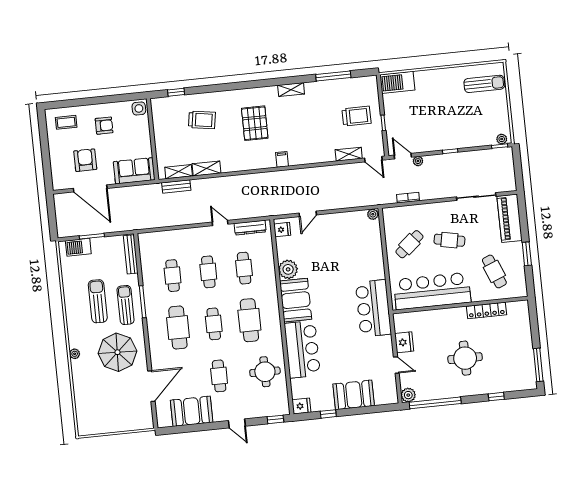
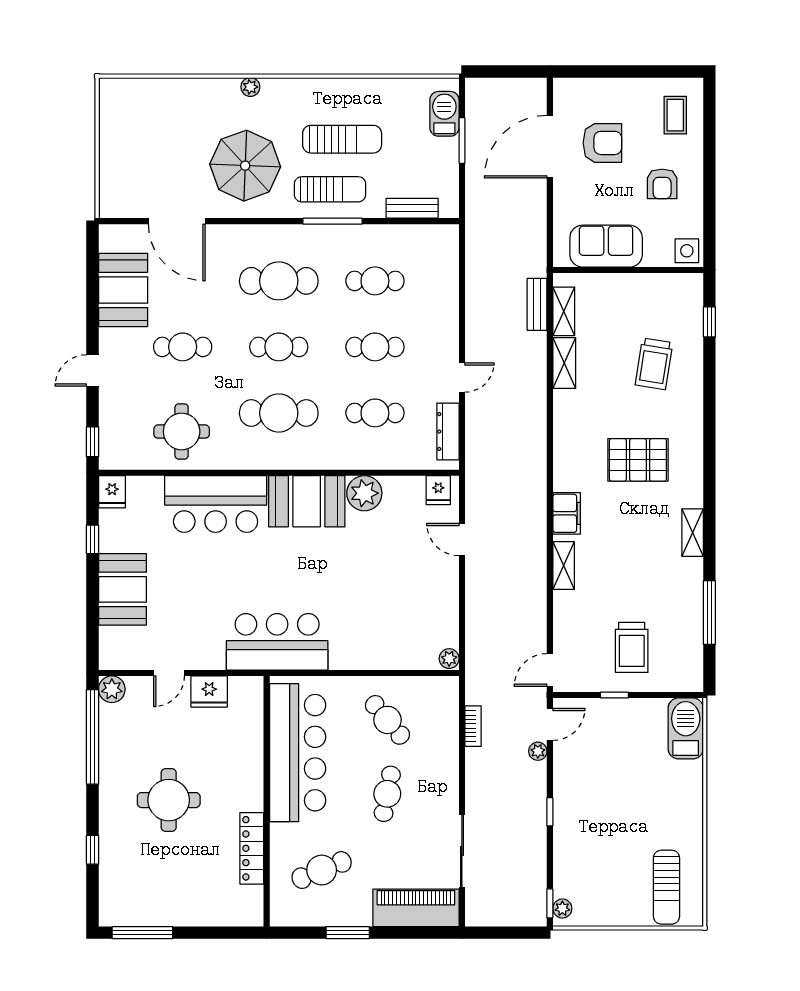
shelving: (349, 154) -> (564, 566), moved
filing cabinet: (282, 159) -> (567, 513), width x2.00
sofa: (134, 171) -> (606, 246), moved, turned -90
bench: (131, 254) -> (412, 208), width x0.73

